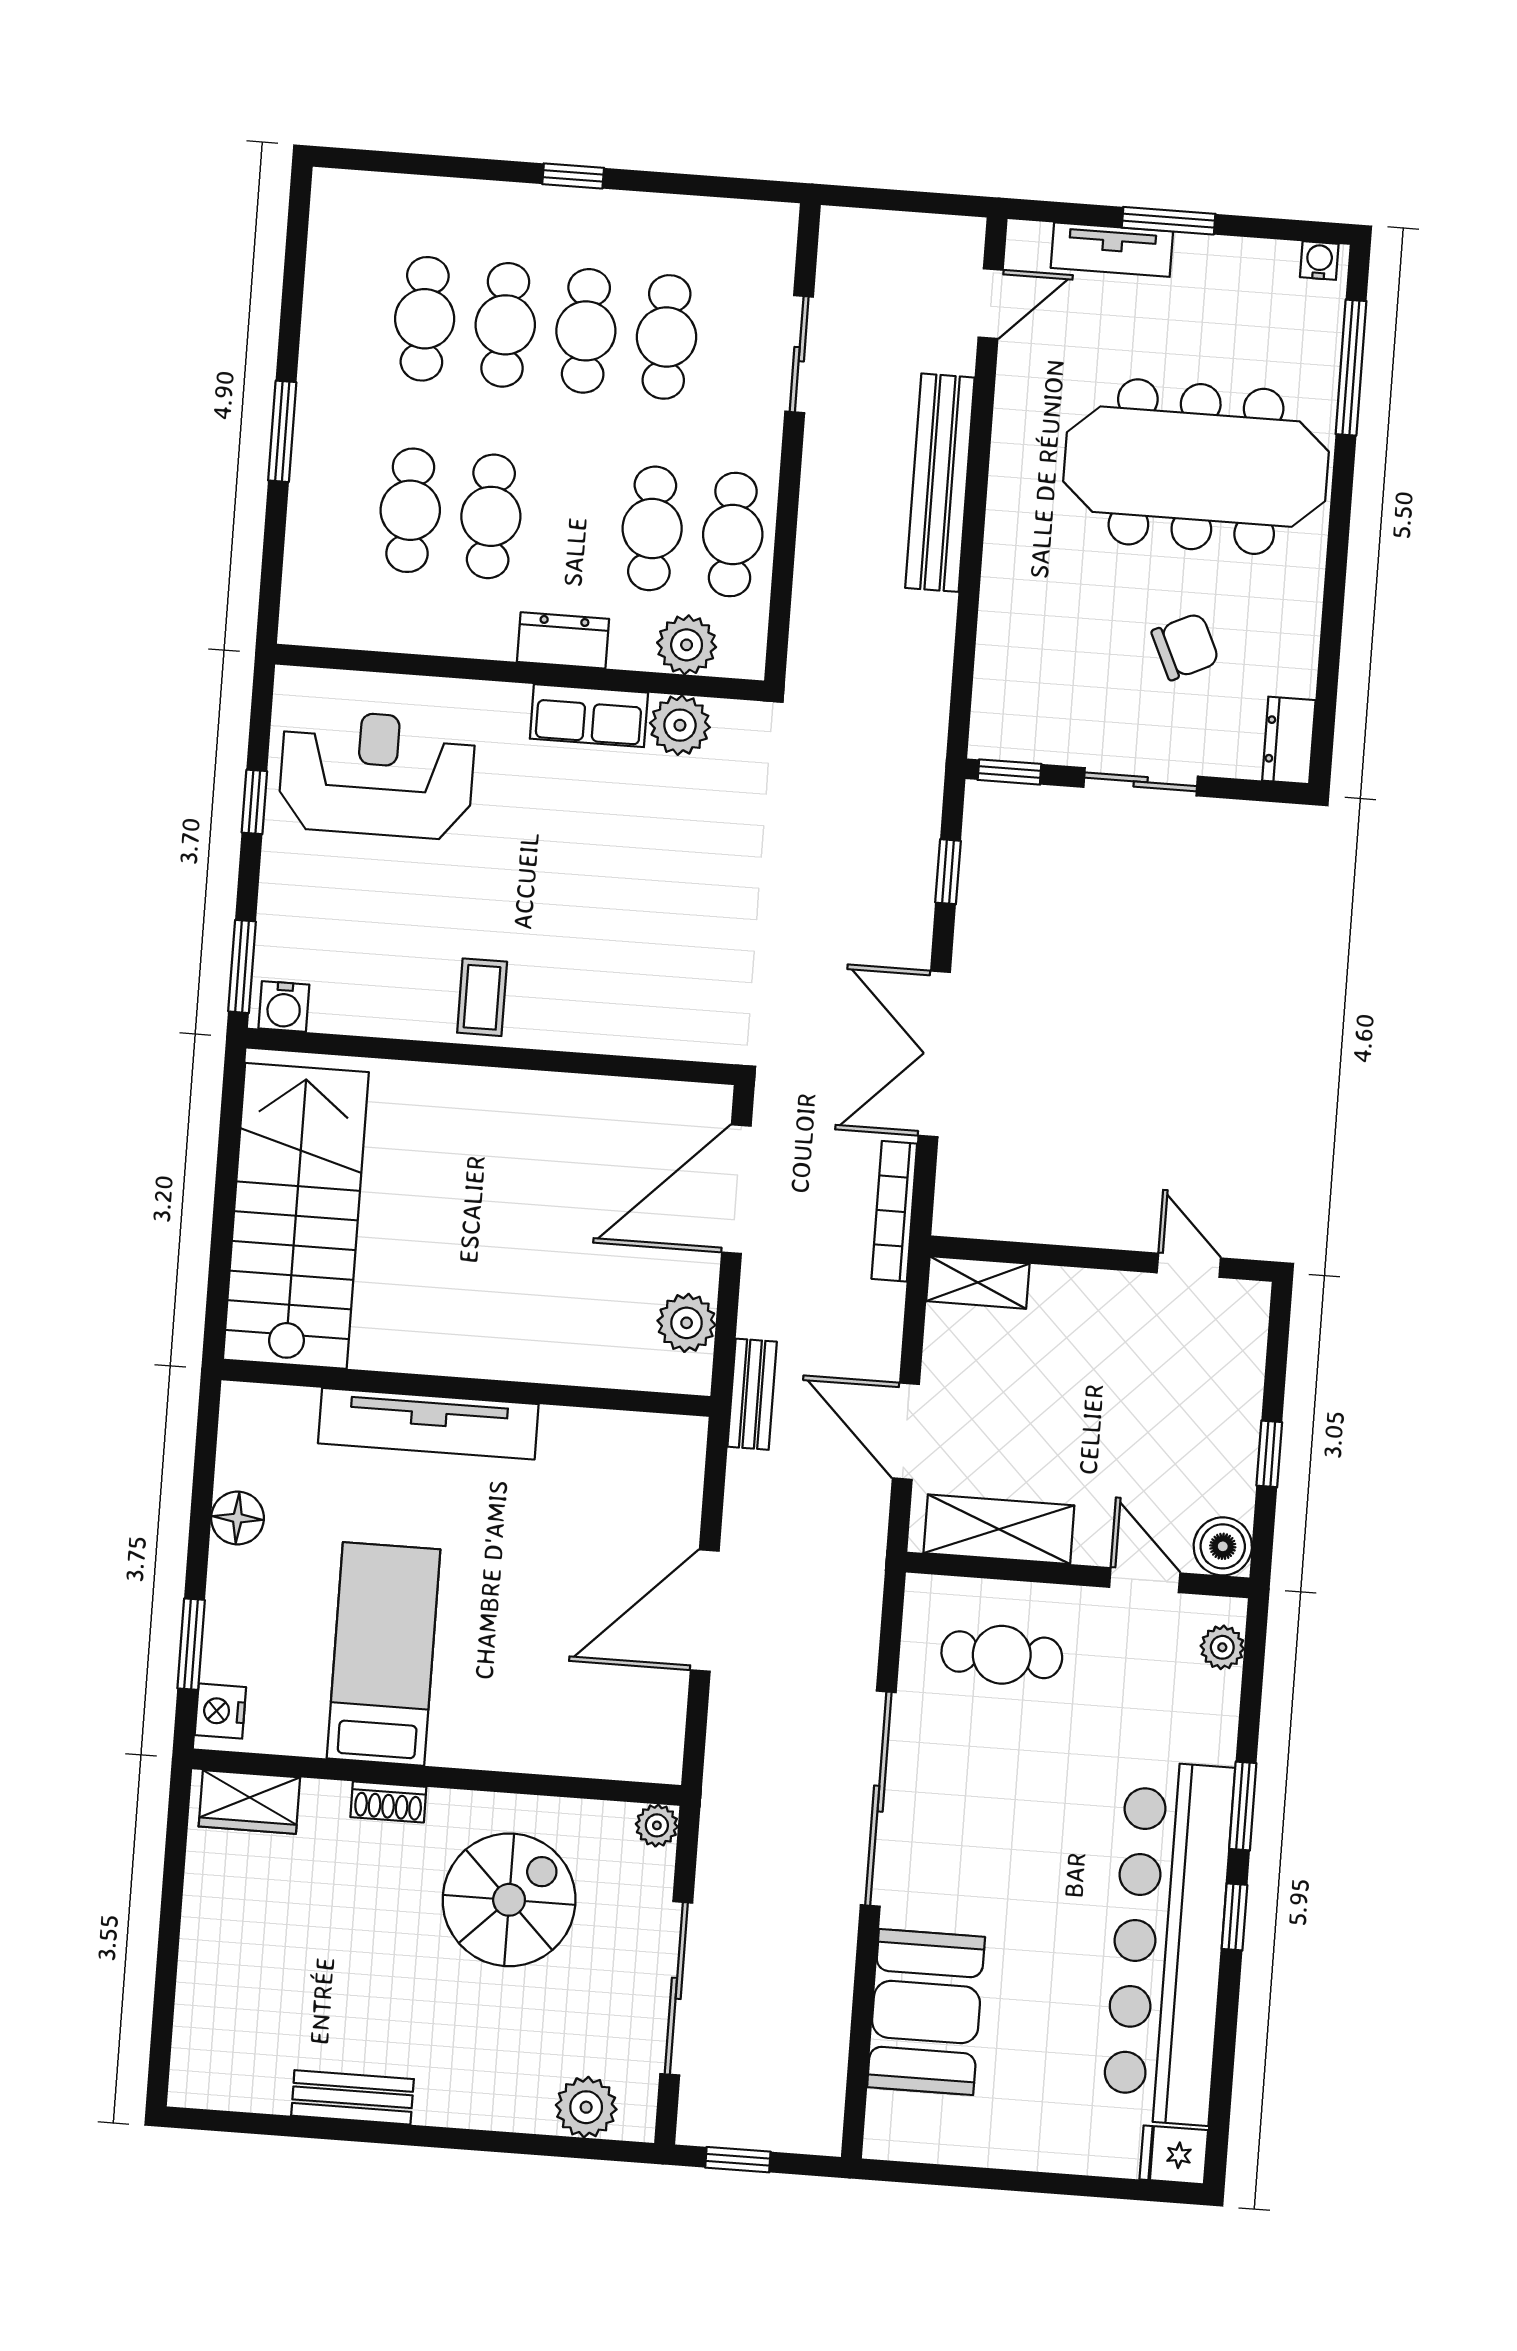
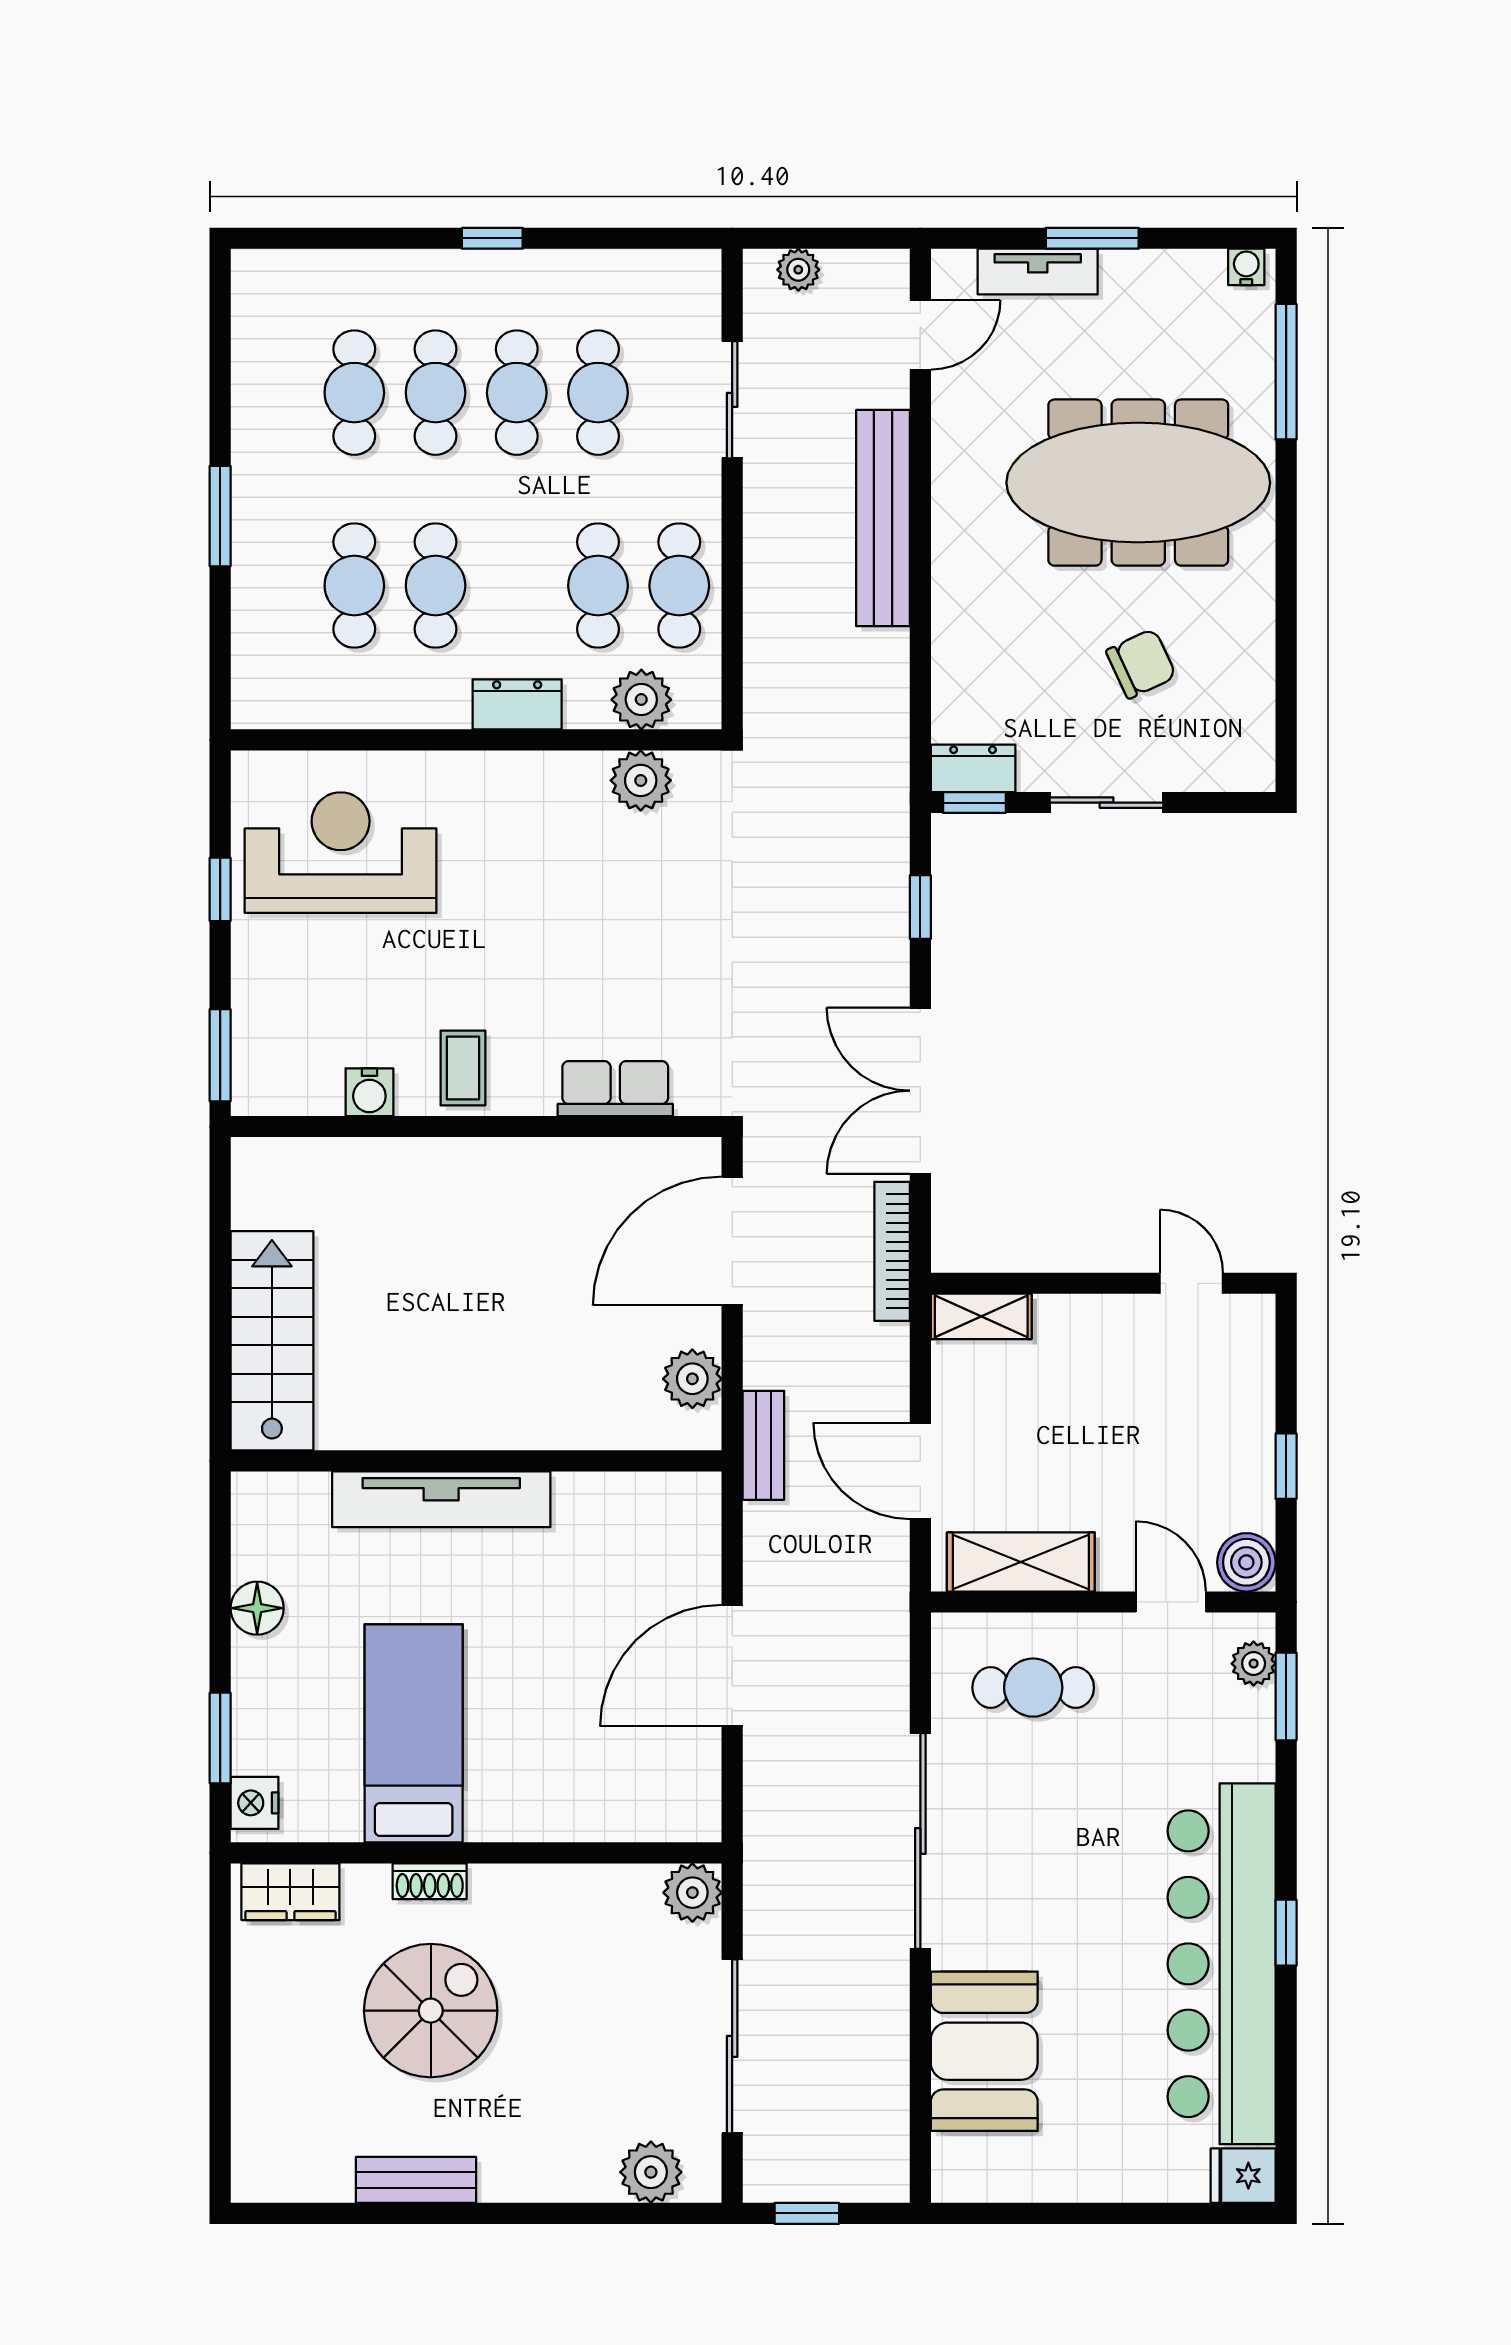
plant: (874, 230) -> (798, 270), added
row of seats: (589, 716) -> (615, 1089), moved, turned 180
dresser: (1289, 740) -> (973, 768), moved, turned 90
water cooler: (284, 1007) -> (369, 1092), moved
stairs: (296, 1216) -> (272, 1341), width x0.73, depth x0.66
window: (1243, 1806) -> (1286, 1696), moved
plant: (657, 1825) -> (692, 1893), width x1.38, depth x1.38
spiral stairs: (509, 1900) -> (431, 2011), moved

